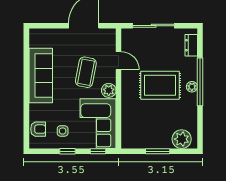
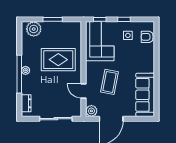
sofa: (41, 75) -> (145, 95), moved
rug: (160, 85) -> (58, 60), moved
plant: (109, 90) -> (91, 111), moved

